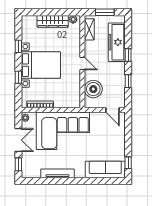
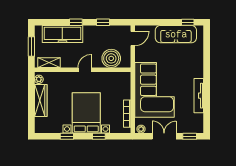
sofa: (105, 169) -> (176, 34), moved, turned -90

